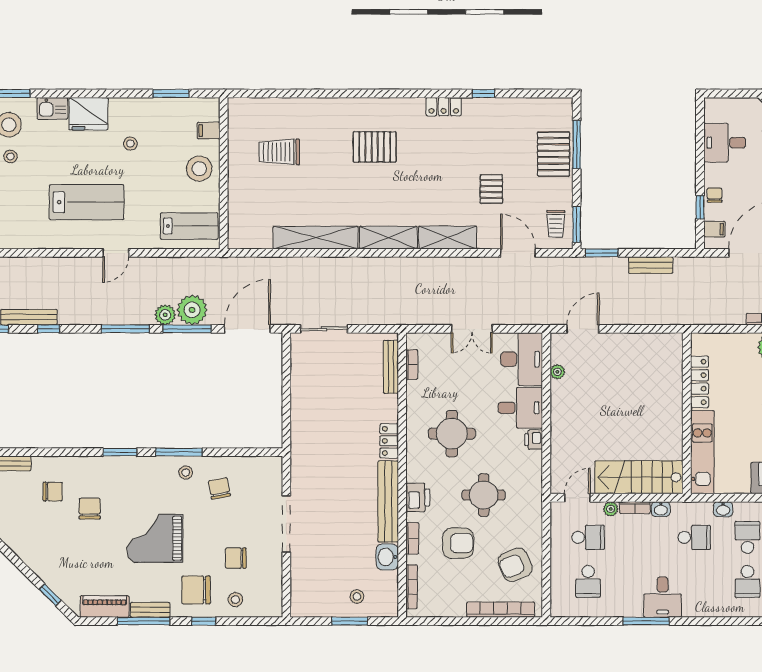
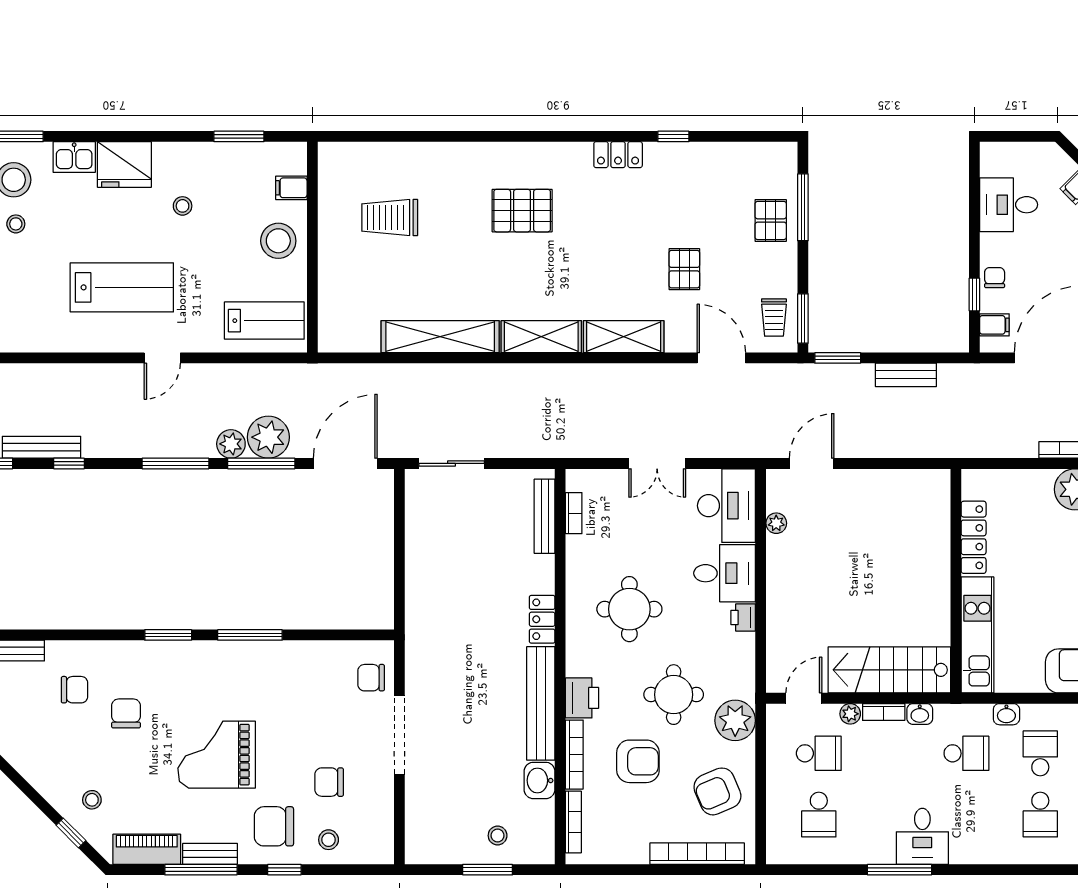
pallet: (553, 154) -> (771, 220), width x0.67, depth x0.71
stool: (186, 473) -> (92, 800), moved
chair: (219, 488) -> (371, 678), moved, turned -80
plant: (528, 514) -> (735, 720), added
bookcase: (412, 538) -> (574, 755), width x1.56

